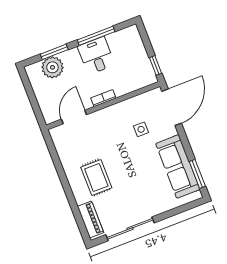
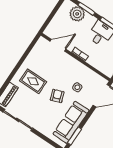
armchair: (134, 161) -> (57, 96), added
rug: (96, 177) -> (33, 81), turned 90

